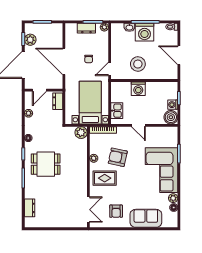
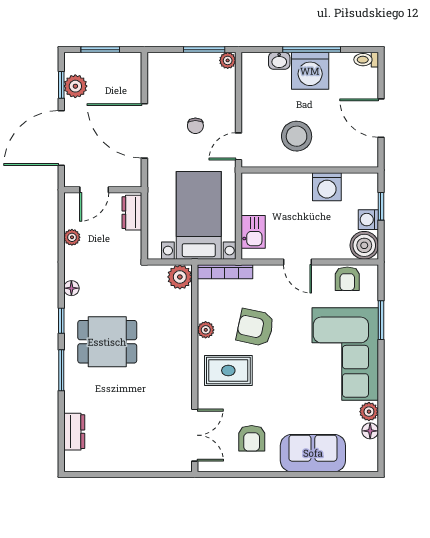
dresser: (86, 28) -> (191, 63), removed
washing machine: (138, 89) -> (327, 187), moved
armchair: (163, 133) -> (347, 279), added

